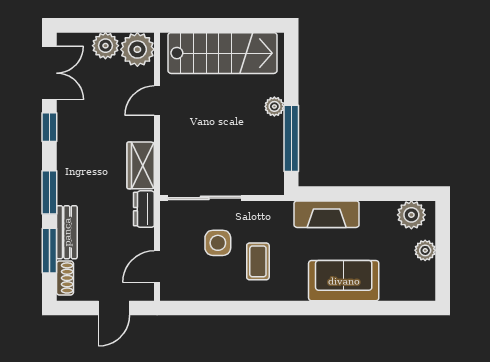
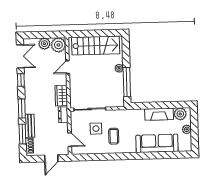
fireplace: (327, 214) -> (159, 114), moved
door: (157, 267) -> (70, 140), swing flipped
sofa: (344, 281) -> (157, 143), width x1.36

